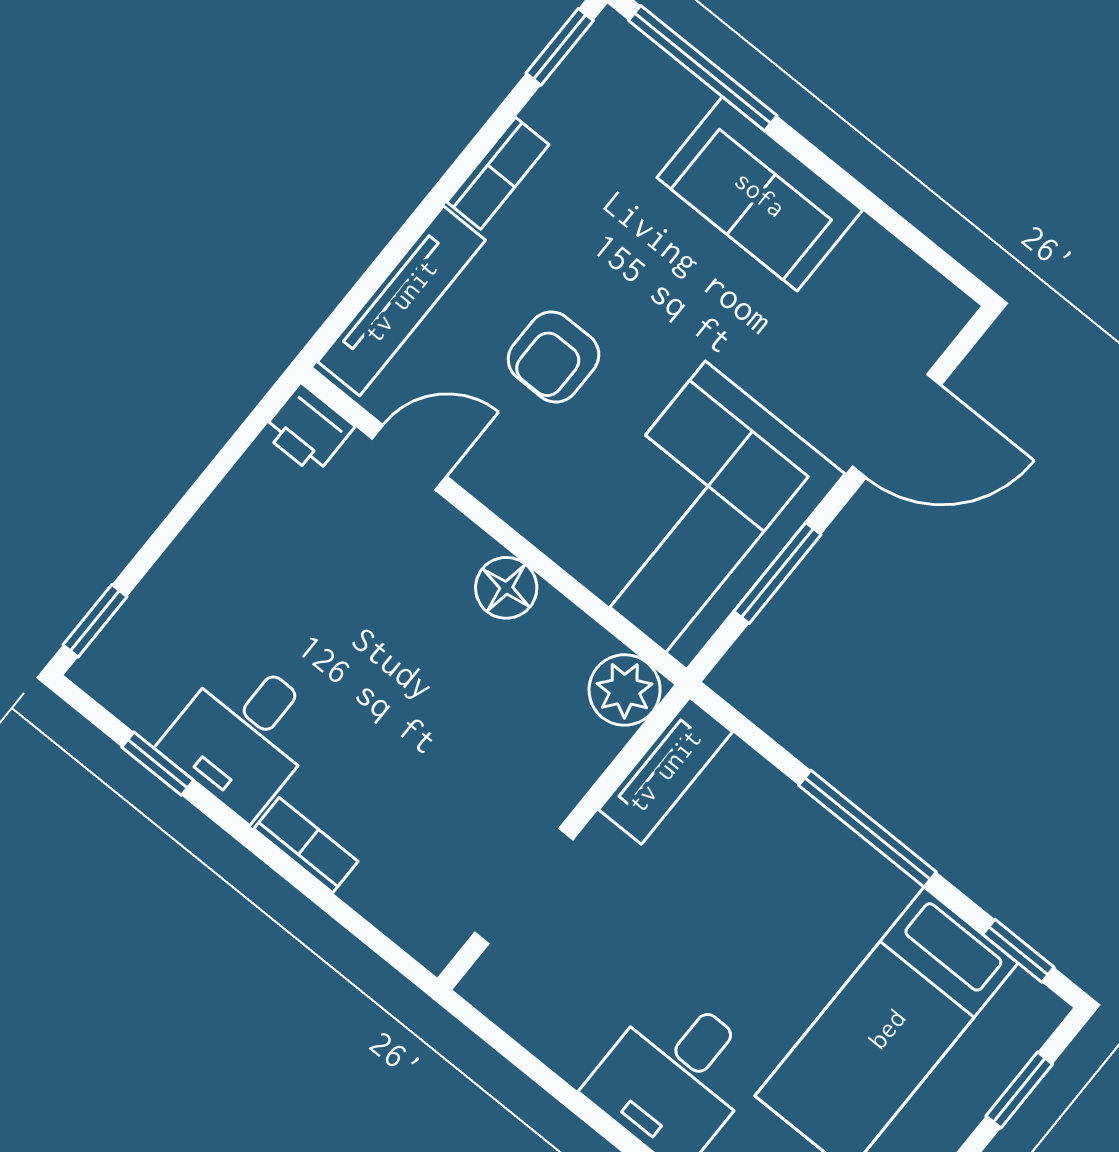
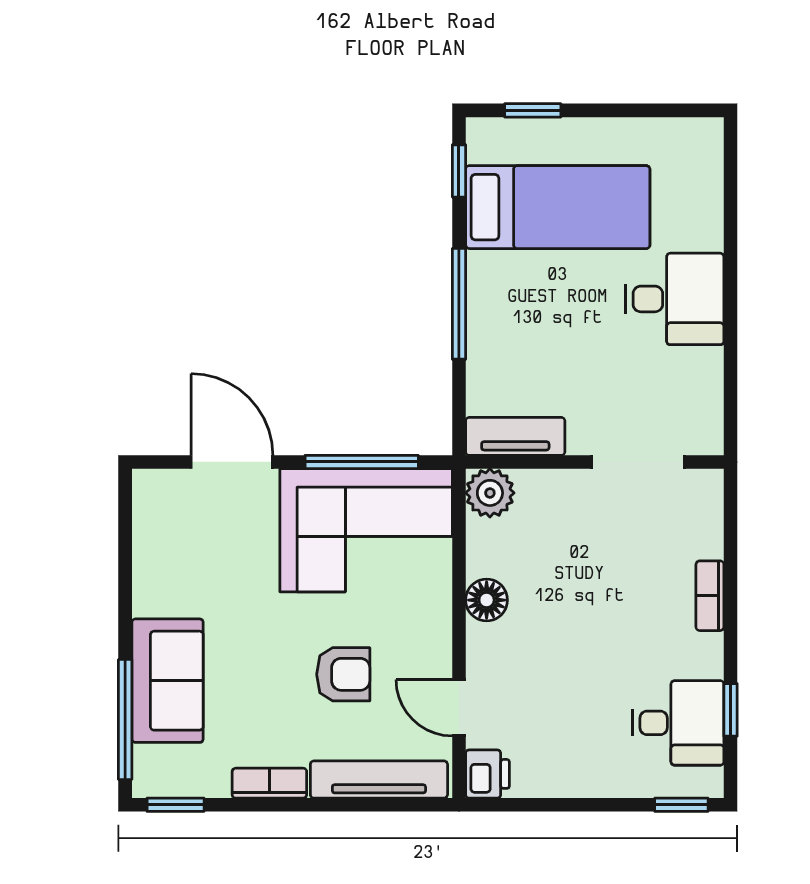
sofa: (760, 194) -> (168, 681), moved
window: (777, 573) -> (362, 462), width x1.44
desk: (244, 735) -> (678, 723), moved

